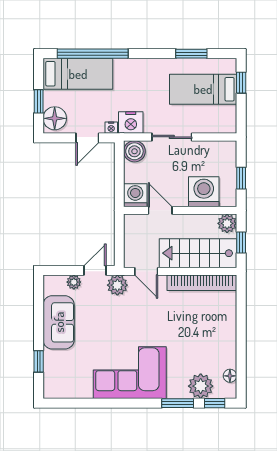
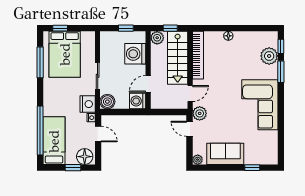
window: (191, 54) -> (40, 62), width x1.44
bed: (203, 89) -> (65, 54), width x1.50
plant: (74, 282) -> (198, 160), moved
floor lamp: (230, 376) -> (228, 36), moved

